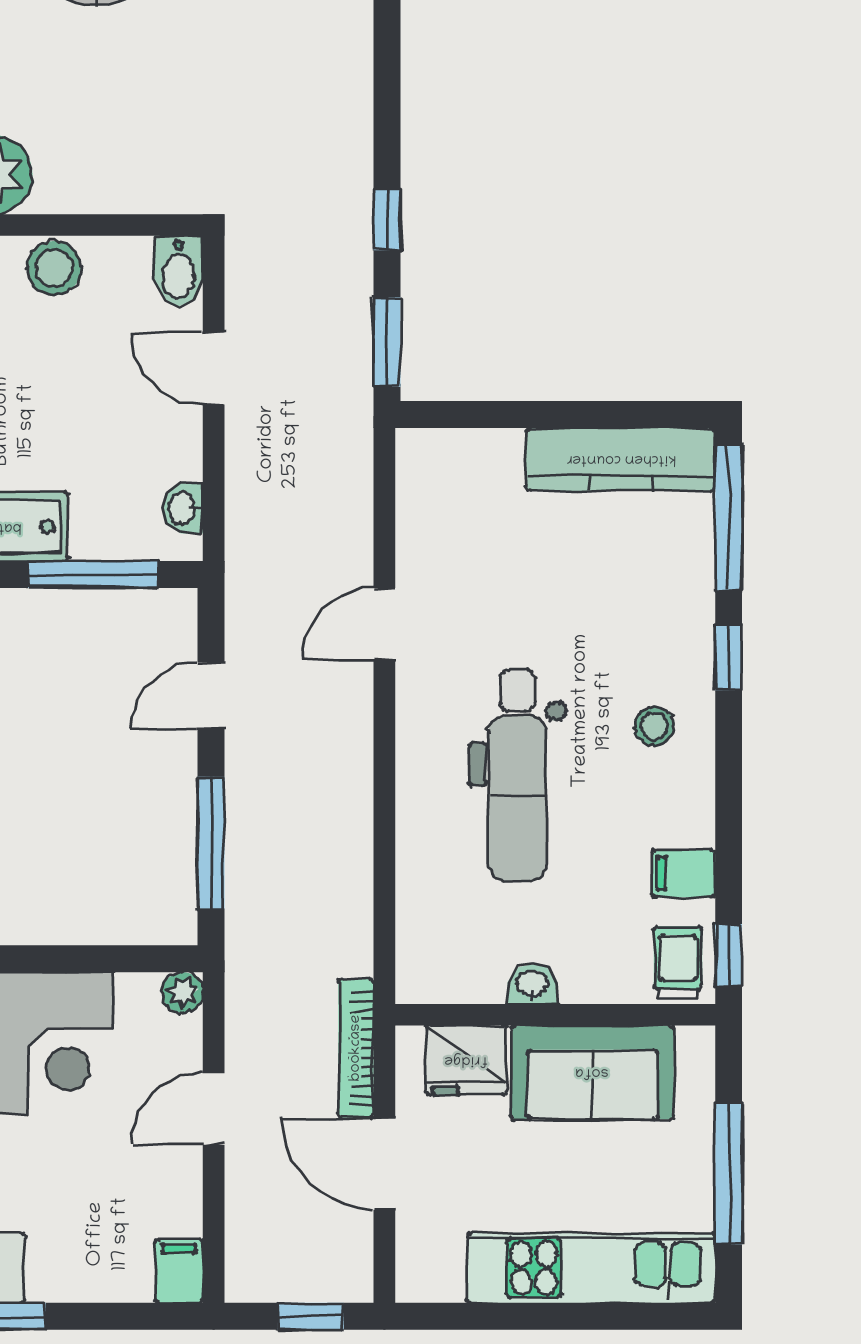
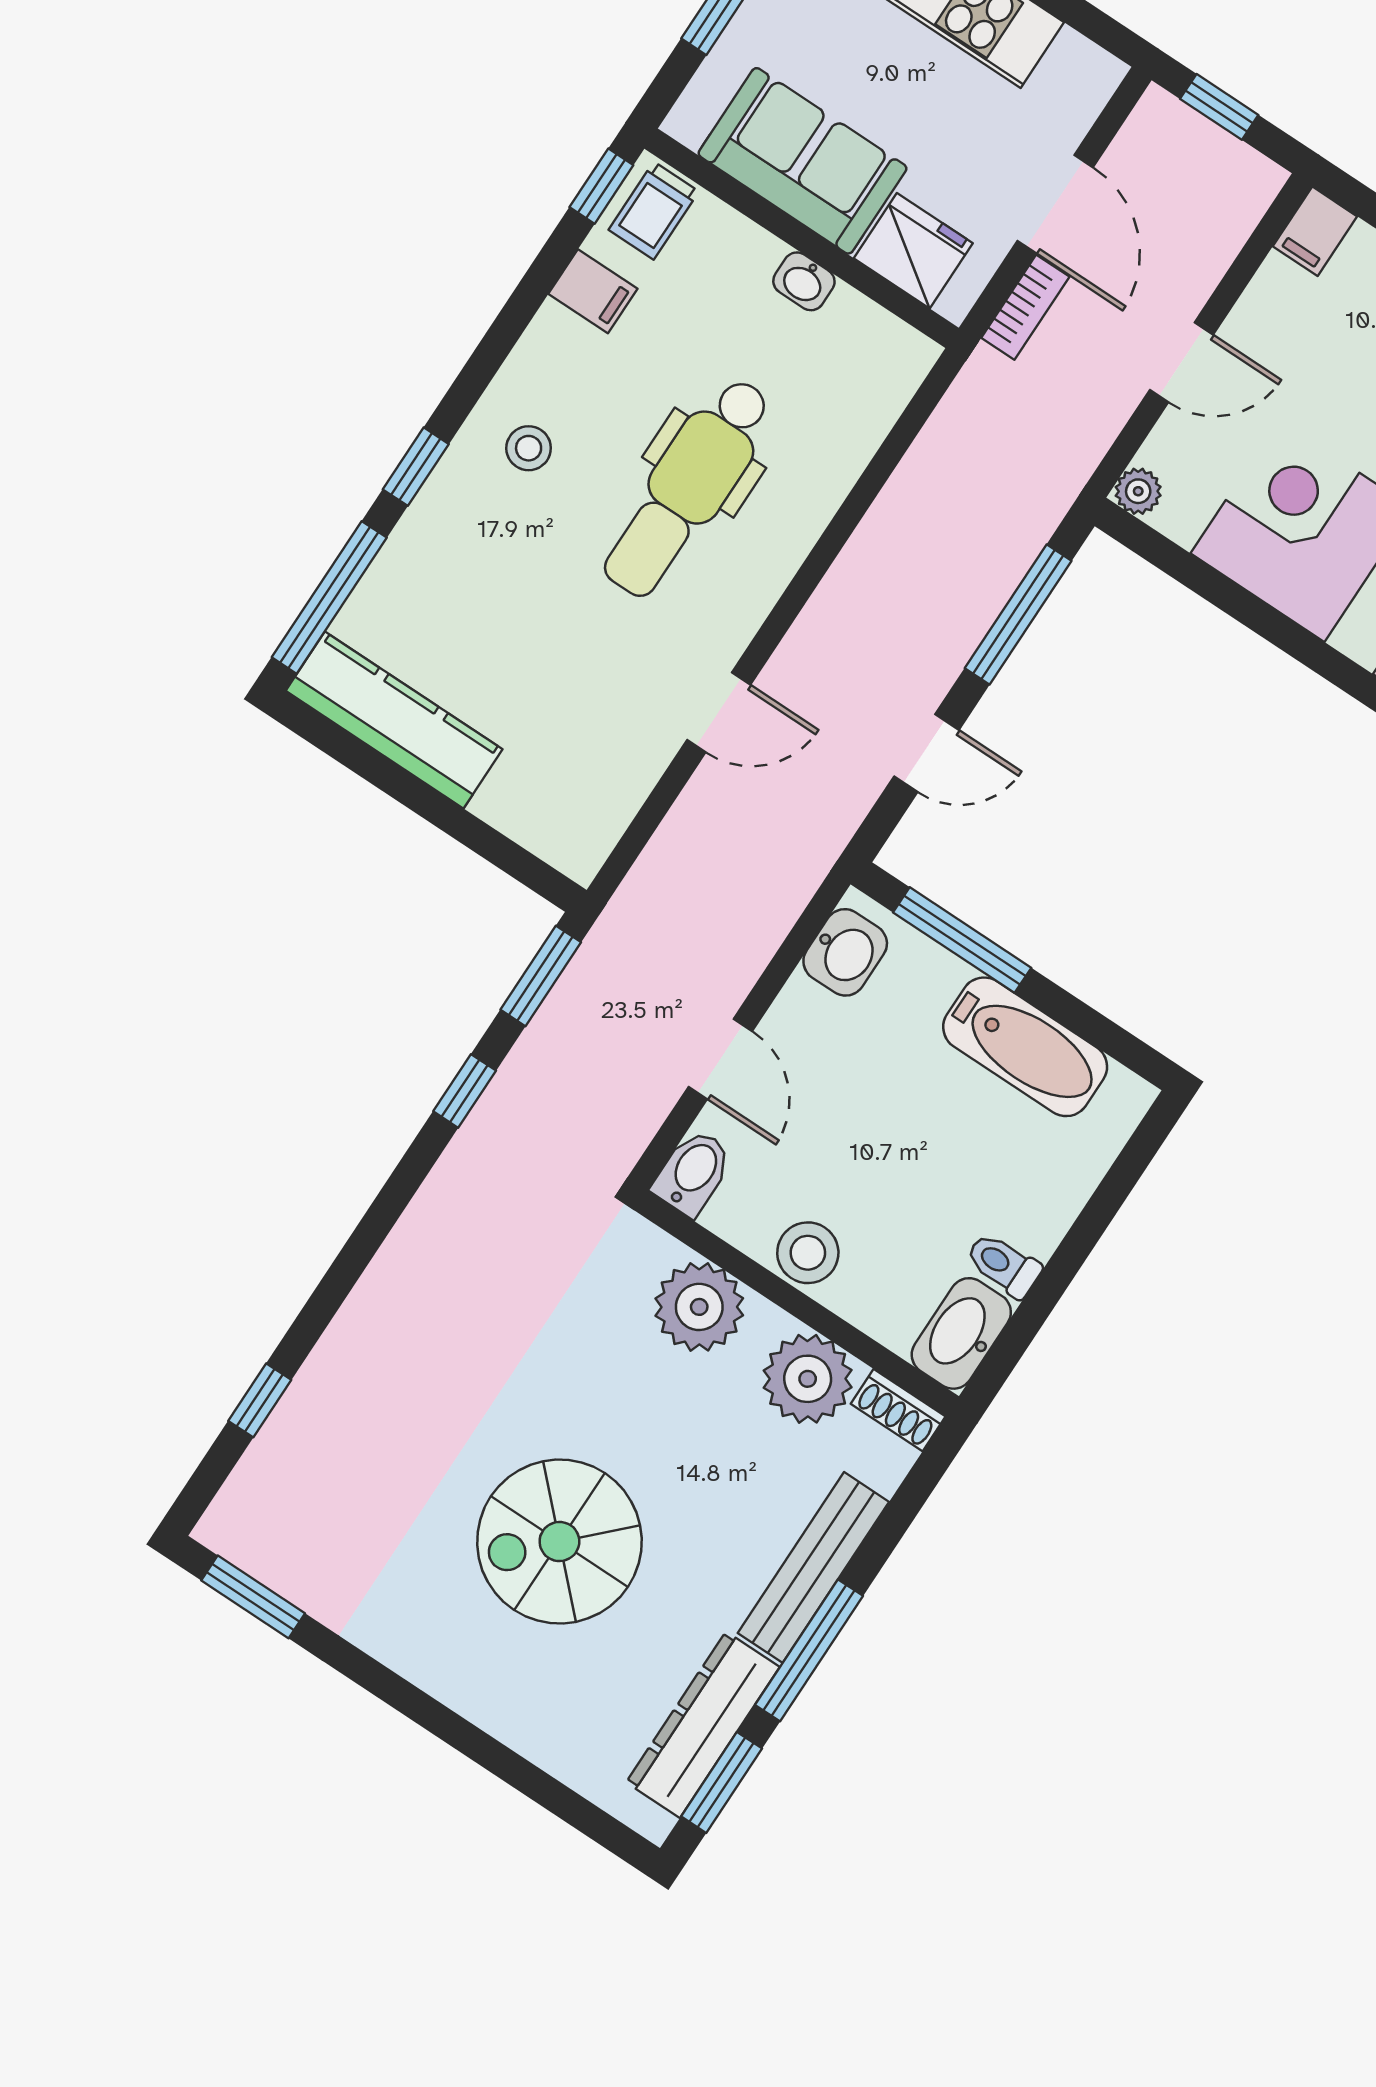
plant: (108, 175) -> (699, 1307), added
washbasin: (183, 508) -> (845, 952), width x1.38, depth x1.45
dental chair: (517, 775) -> (688, 487), turned 180
bookcase: (356, 1048) -> (1025, 307), width x0.64

